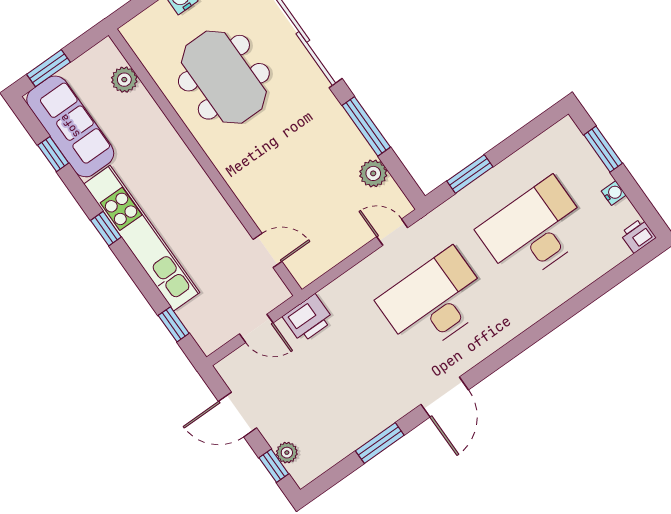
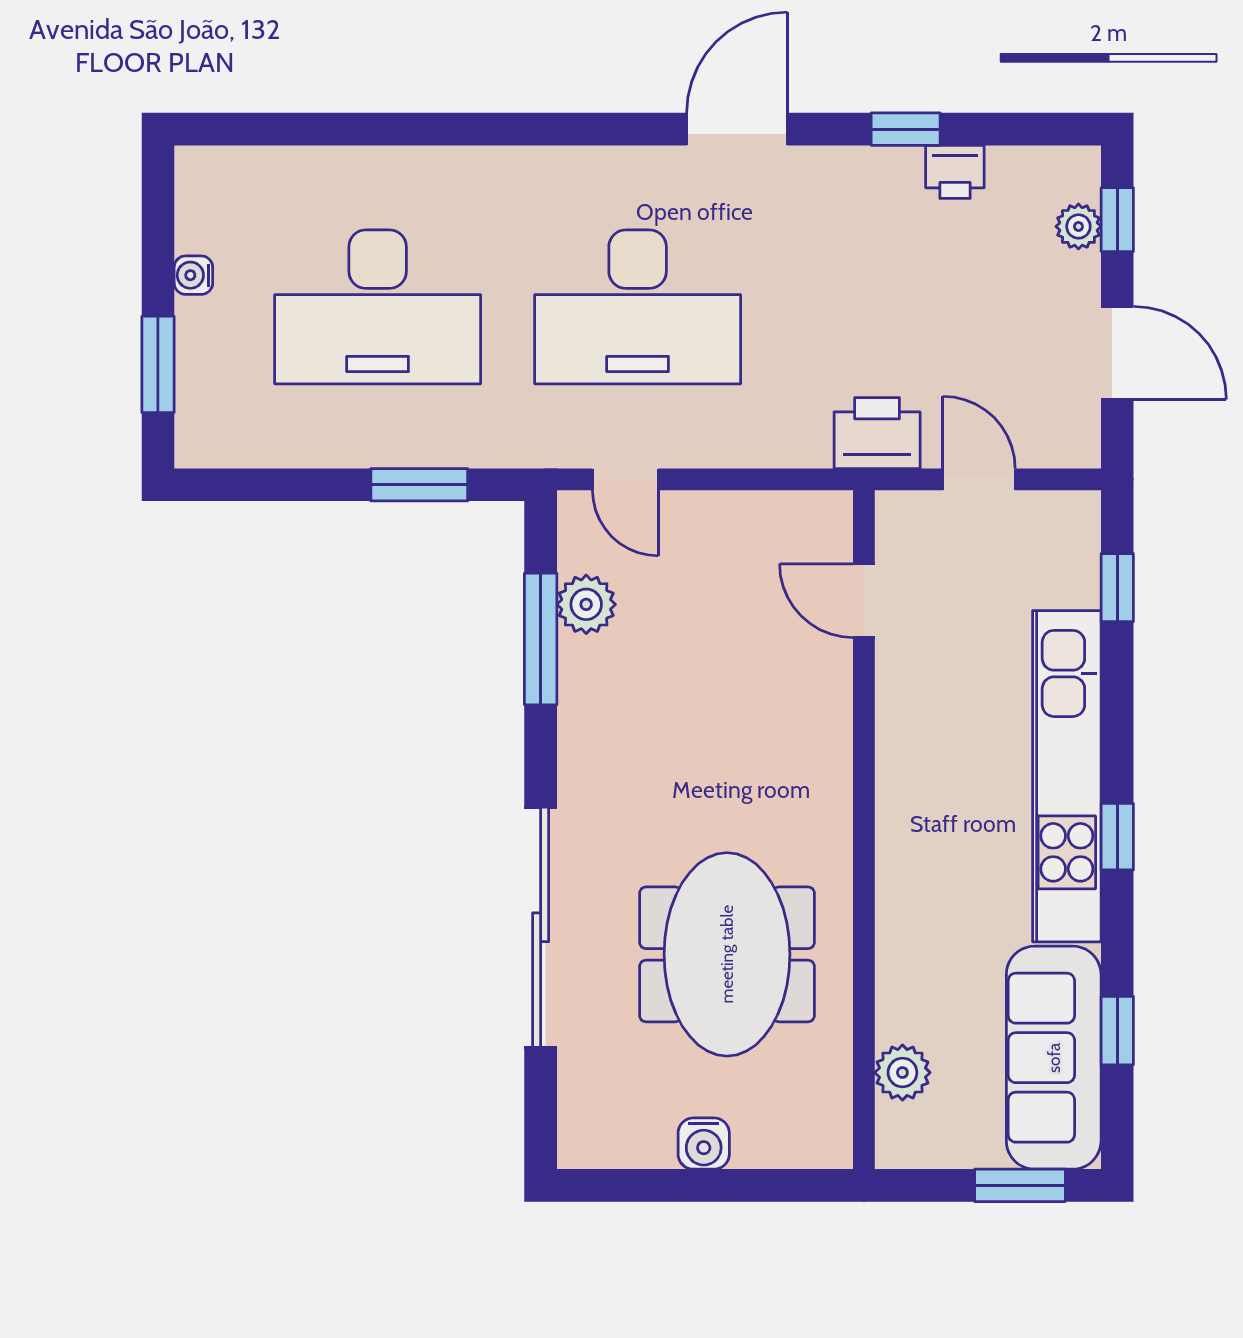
window: (366, 126) -> (541, 639), moved
printer: (638, 235) -> (955, 172), moved
window: (380, 443) -> (906, 129), width x0.67

